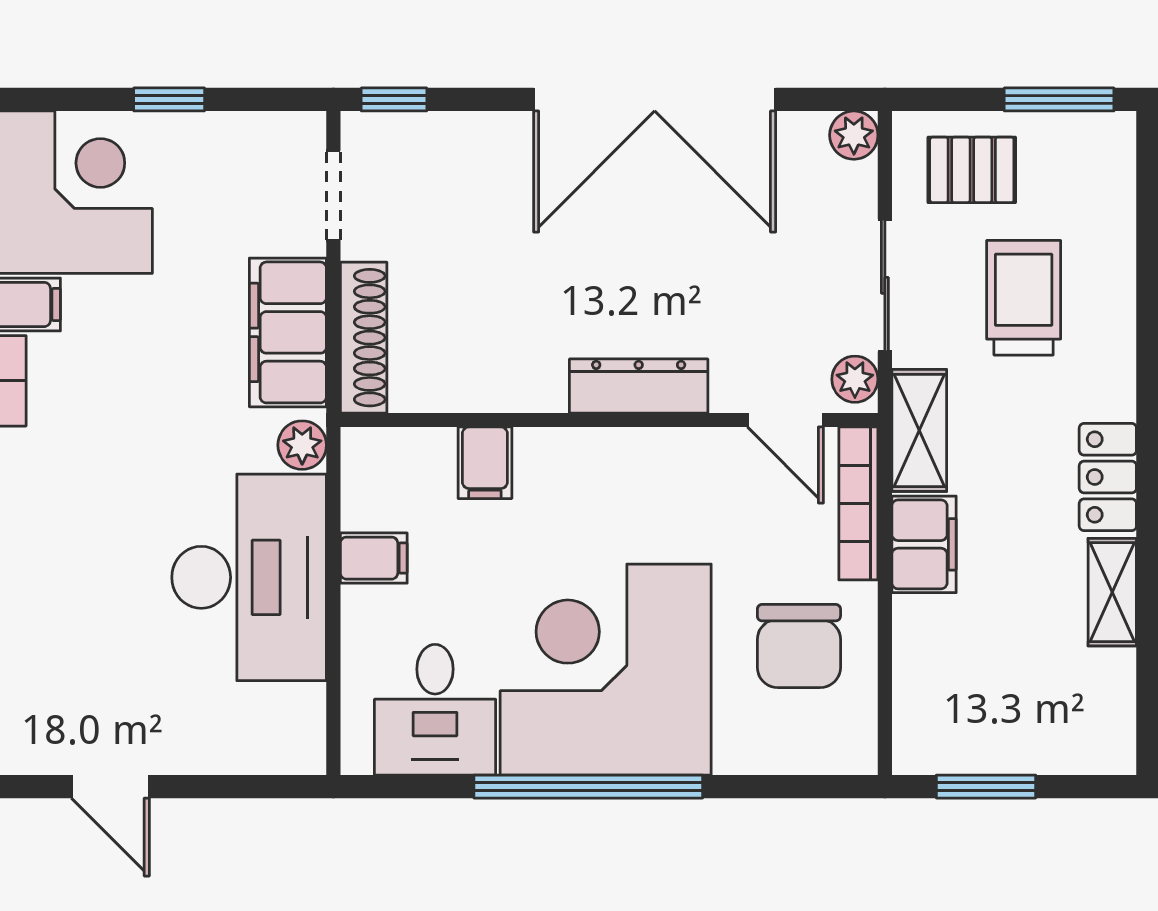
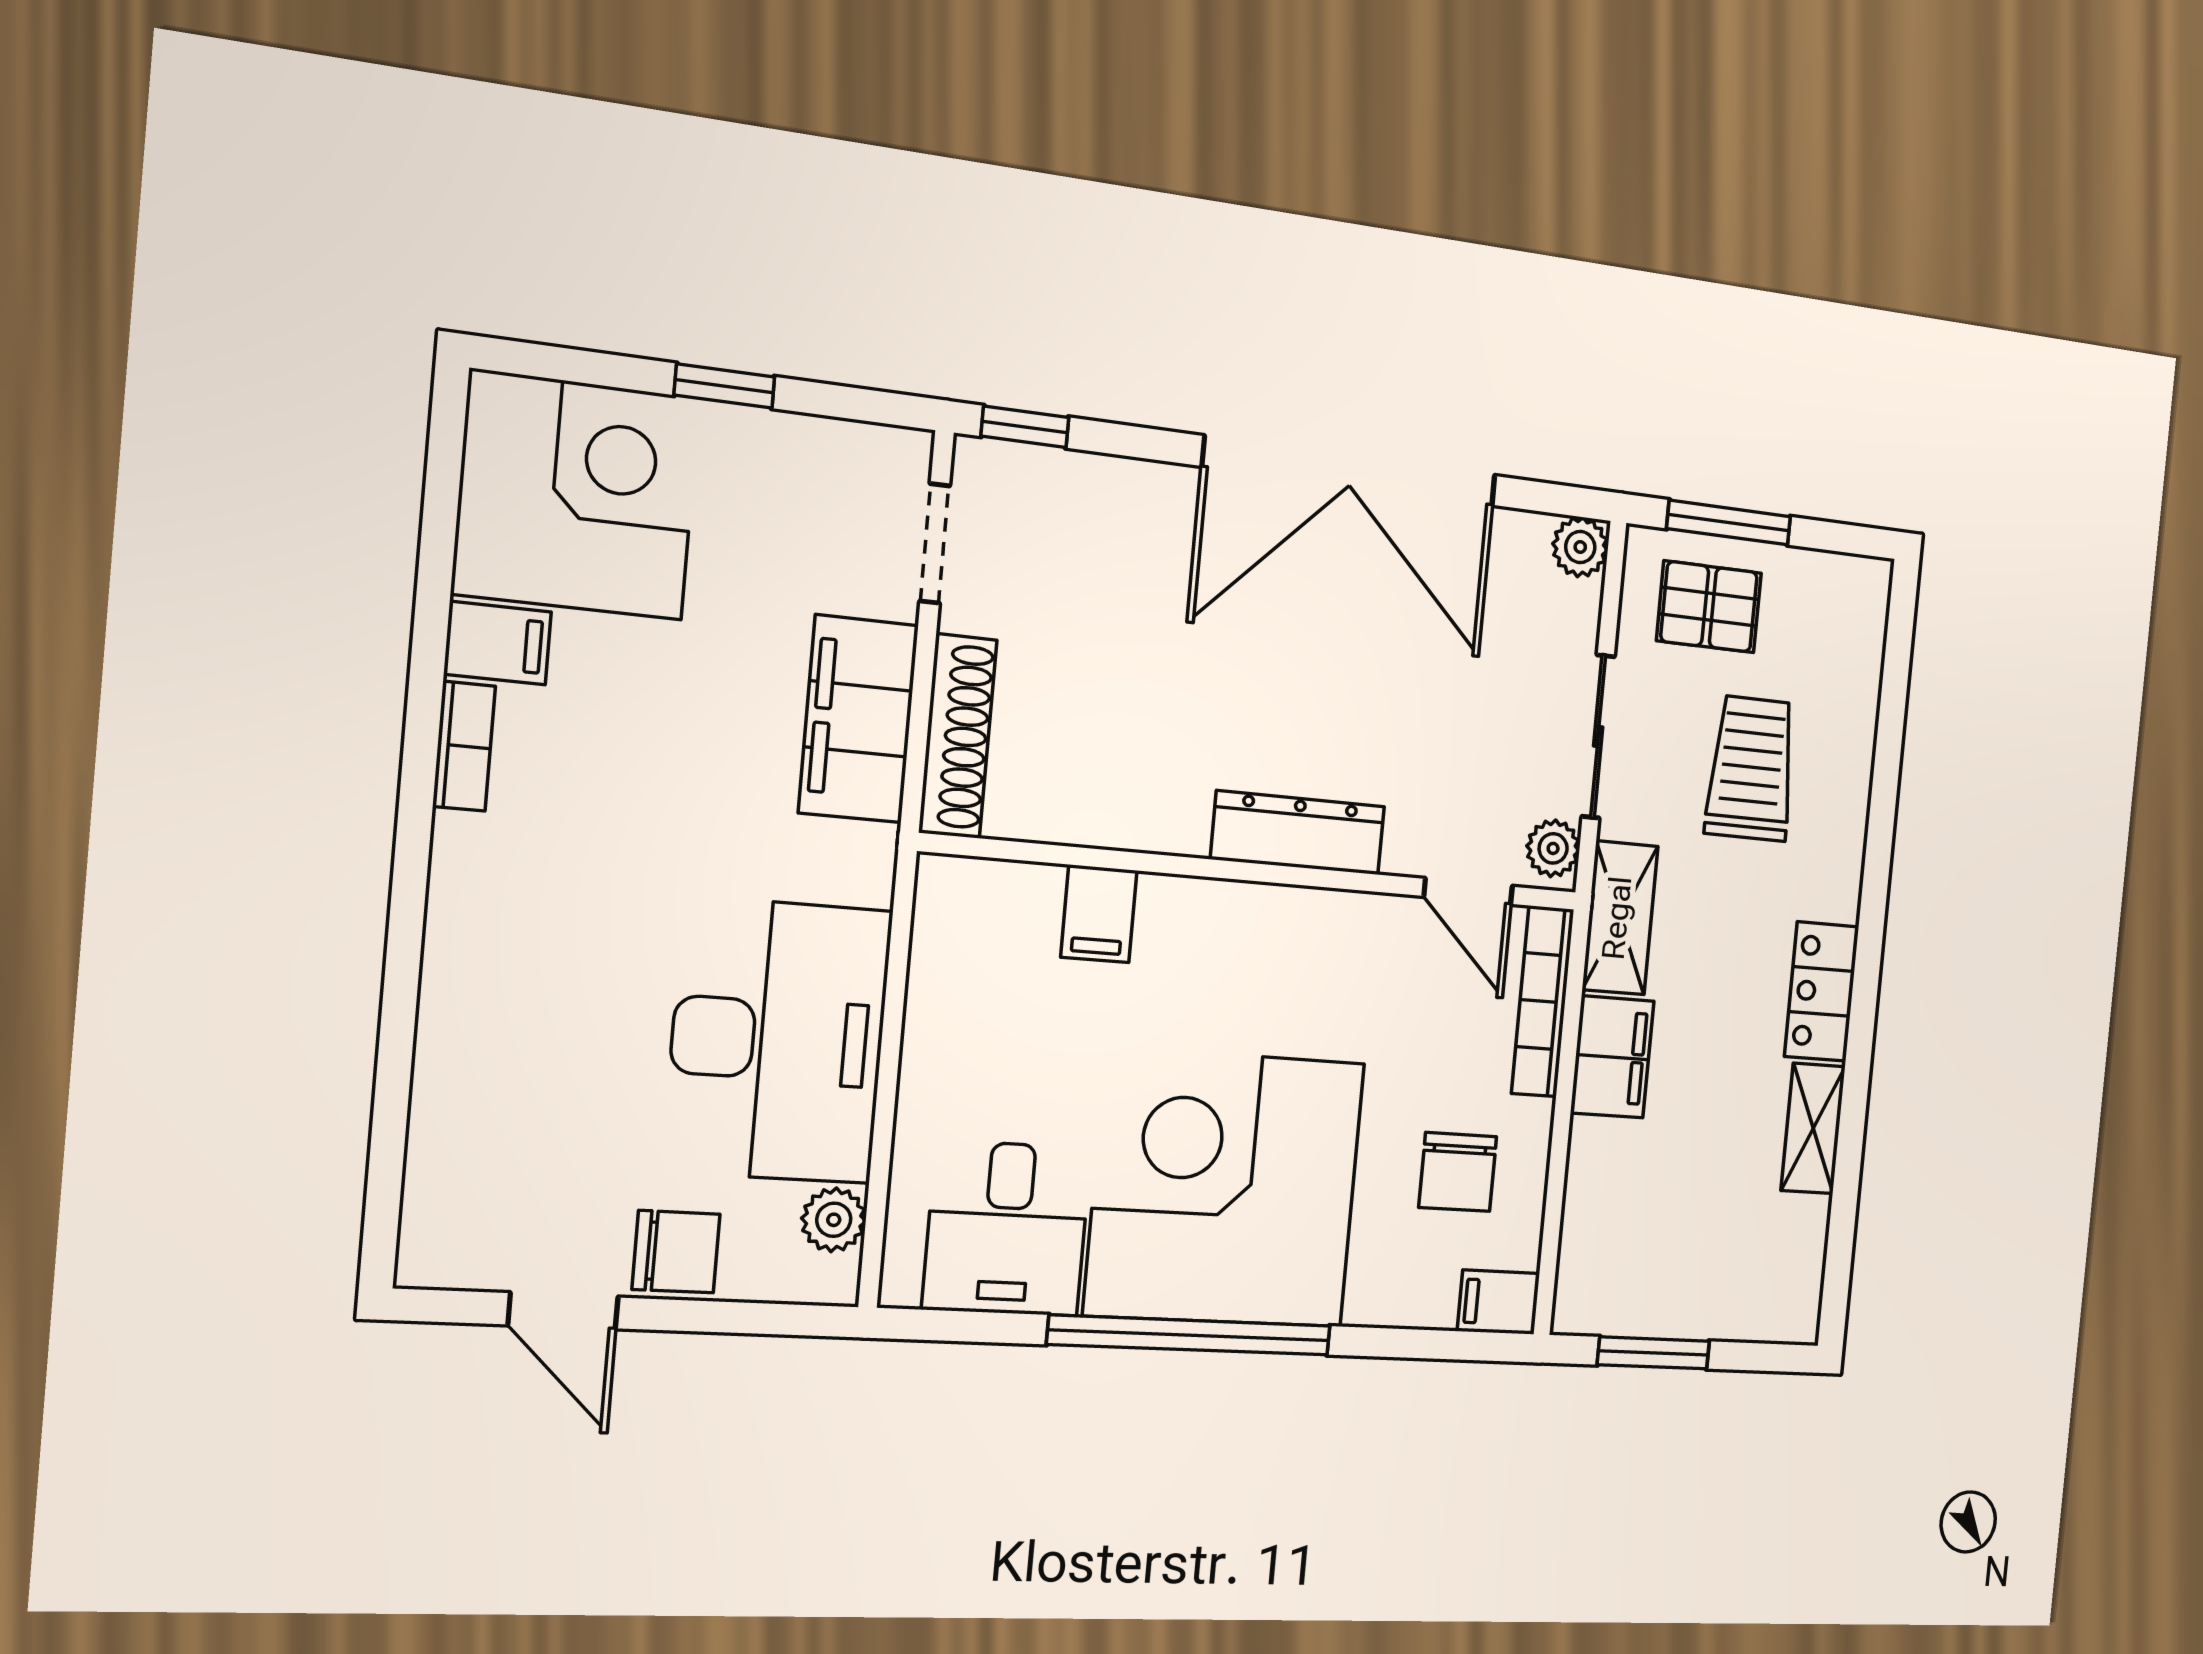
window: (1059, 99) -> (1729, 522), moved
plant: (302, 445) -> (834, 1220), moved
filing cabinet: (374, 558) -> (1498, 1302), moved, turned 180
chair: (799, 646) -> (1458, 1172), width x0.73, depth x0.73
chair: (188, 739) -> (676, 1252), added

